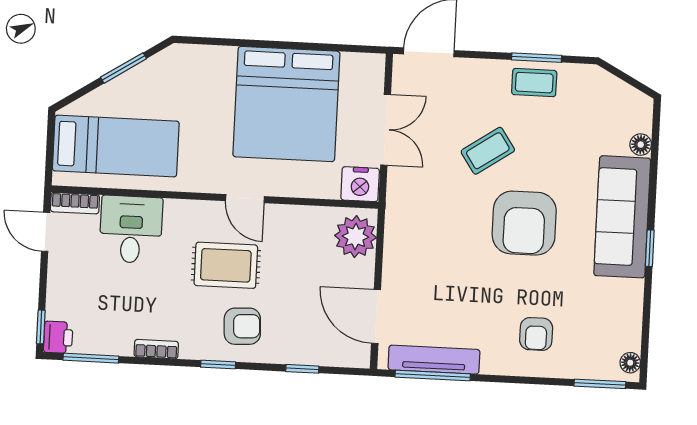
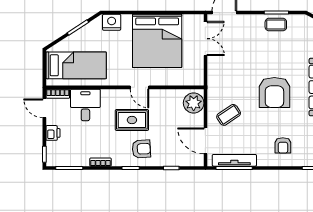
double door: (386, 130) -> (205, 39), moved
coffee table: (488, 151) -> (229, 115), moved
nightstand: (360, 184) -> (112, 22), moved, turned 180
printer: (58, 337) -> (53, 133), moved

